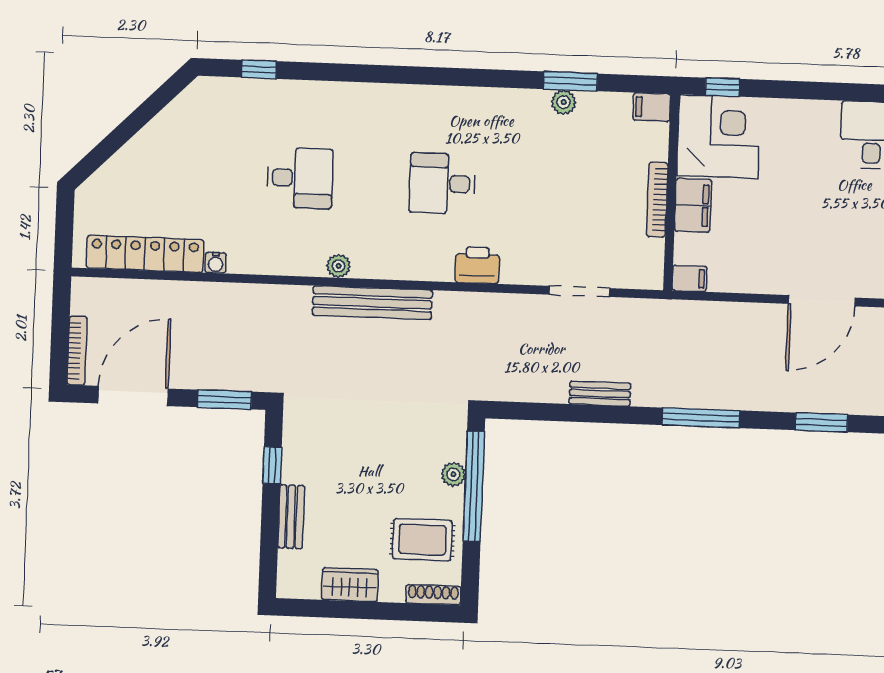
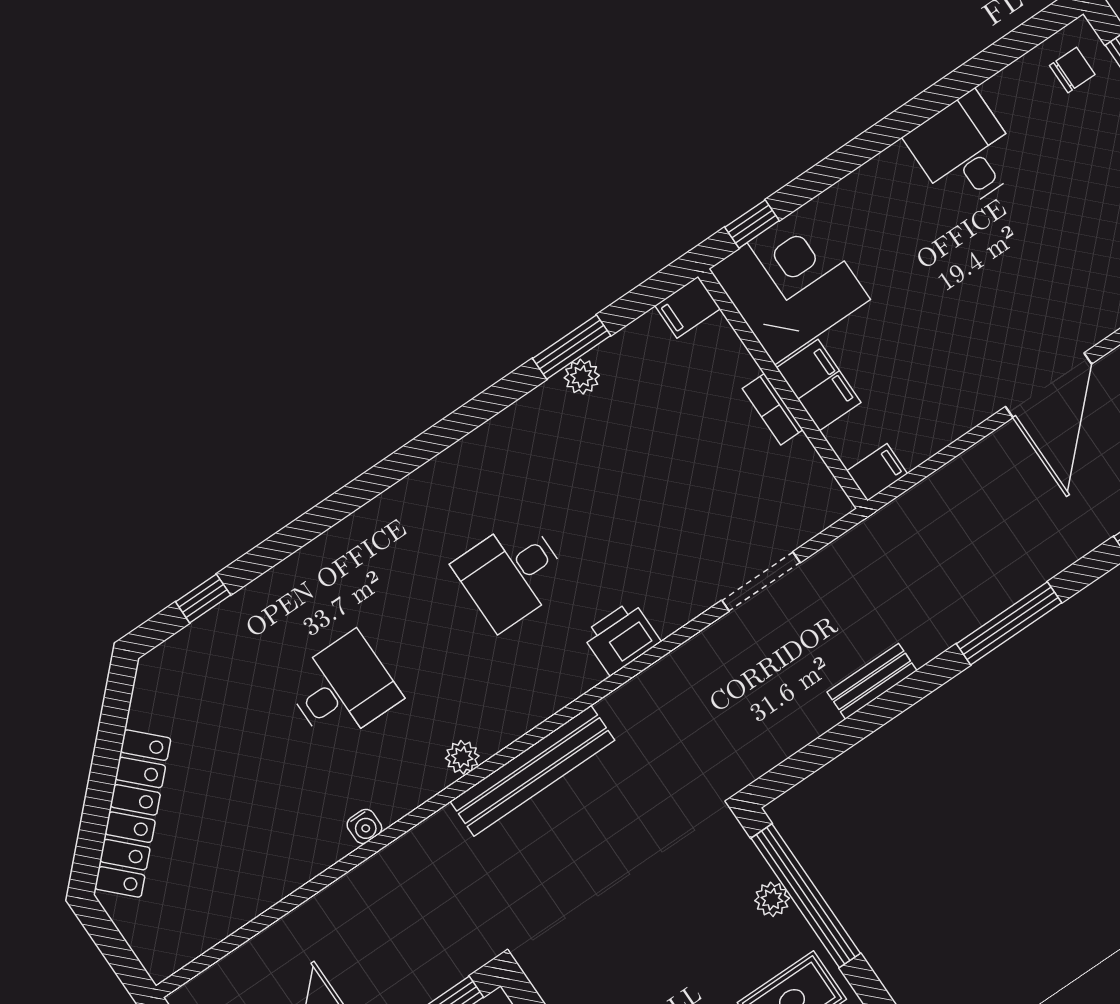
bookcase: (657, 200) -> (773, 409), width x0.64
locker: (145, 254) -> (133, 814), moved, turned 135
water cooler: (216, 263) -> (364, 826), moved

